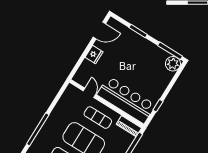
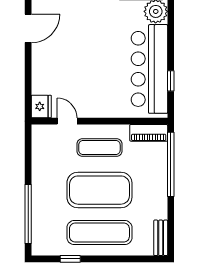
fridge: (94, 55) -> (41, 106), moved
bar counter: (126, 100) -> (149, 69), moved, turned -90

